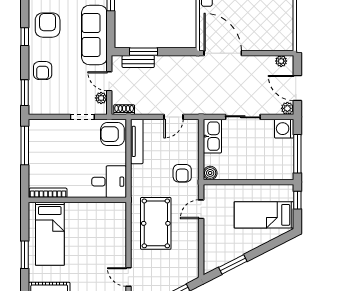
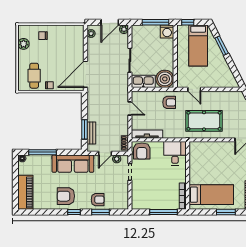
window: (25, 93) -> (100, 212), moved
washing machine: (284, 129) -> (167, 31), moved
window: (25, 145) -> (164, 212), moved
boiler: (210, 173) -> (165, 79), width x1.86, depth x1.86
window: (233, 264) -> (222, 46), moved

